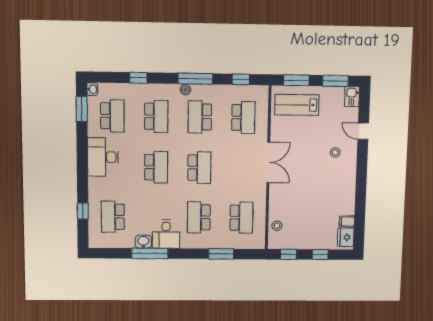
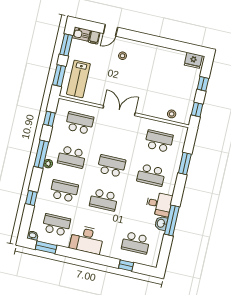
school desk: (156, 167) -> (104, 200), turned 180
filing cabinet: (347, 221) -> (94, 37), moved

